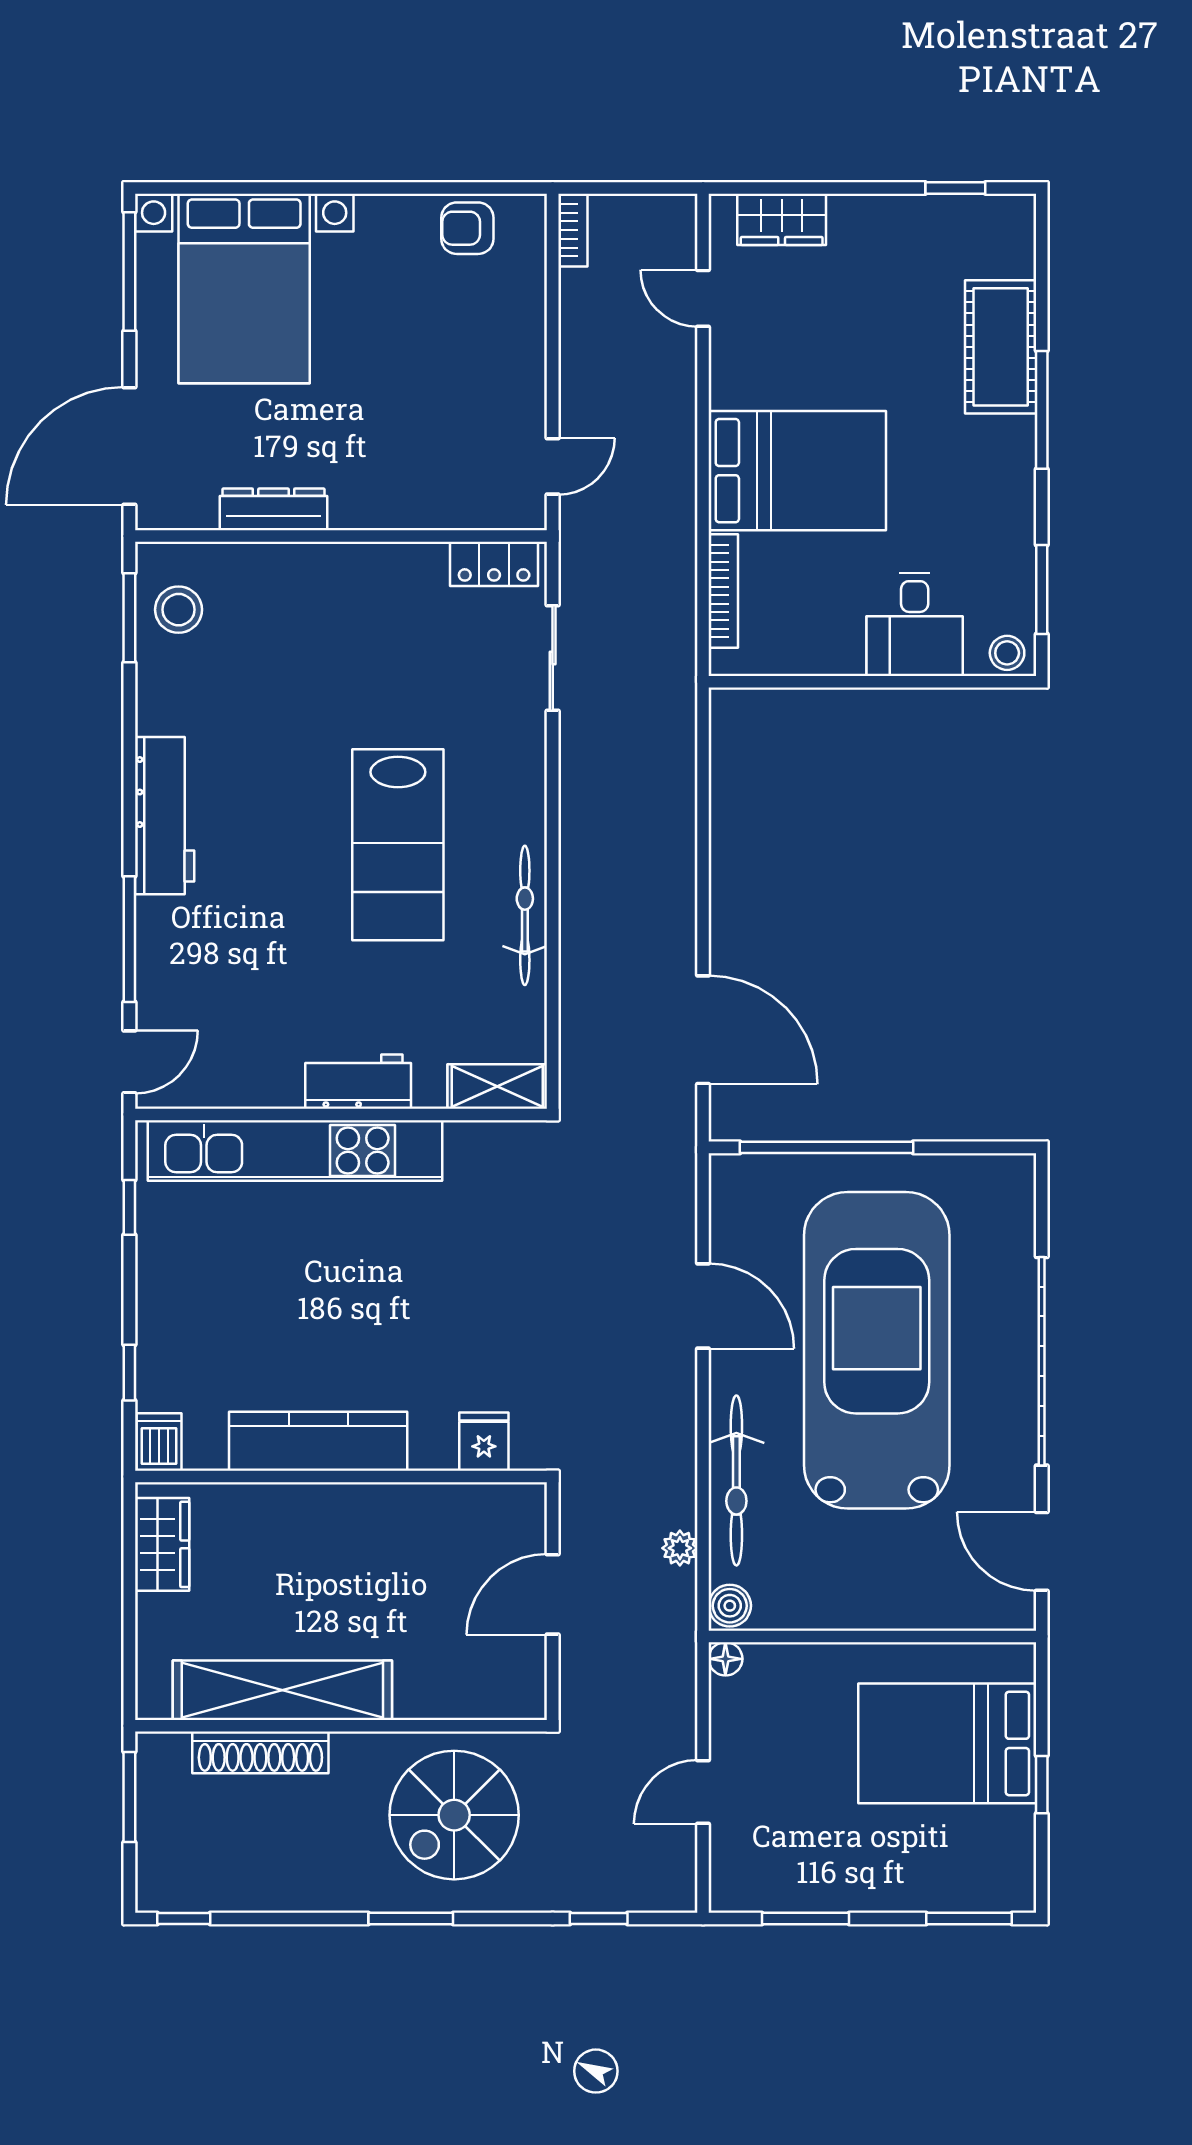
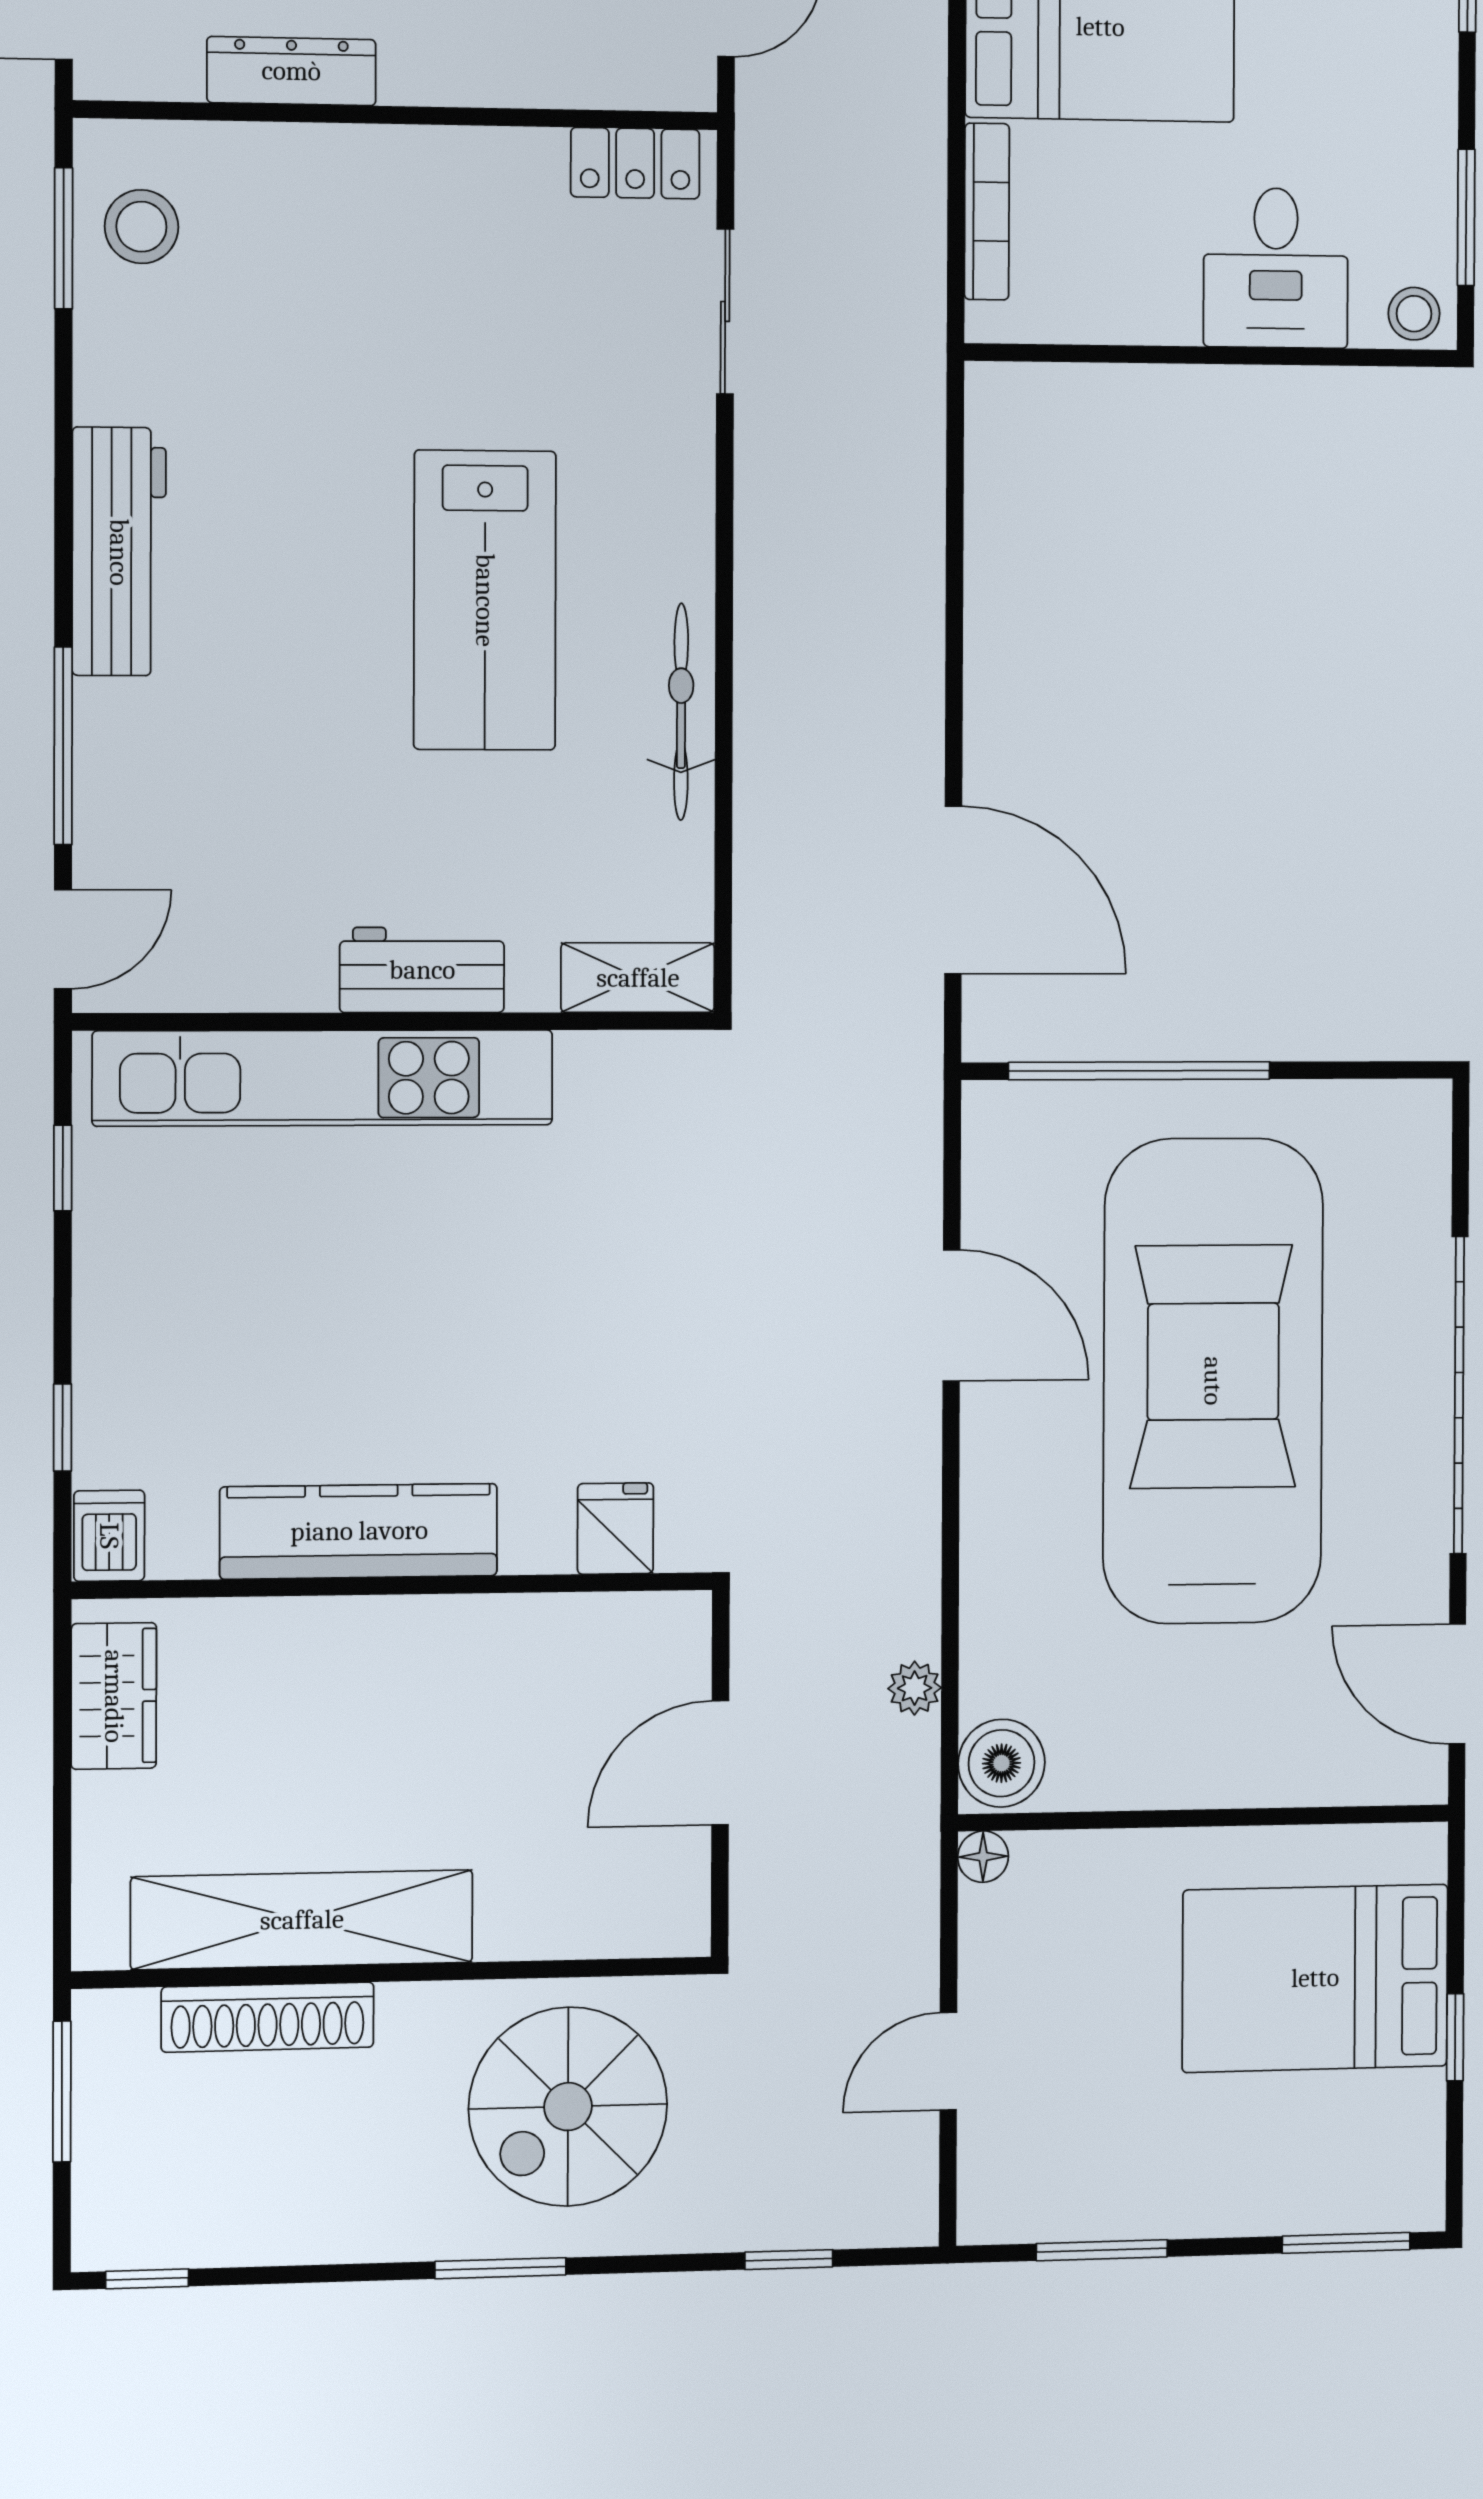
bicycle: (736, 1480) -> (1001, 1583), removed
boiler: (730, 1606) -> (1001, 1763), width x1.36, depth x1.36

